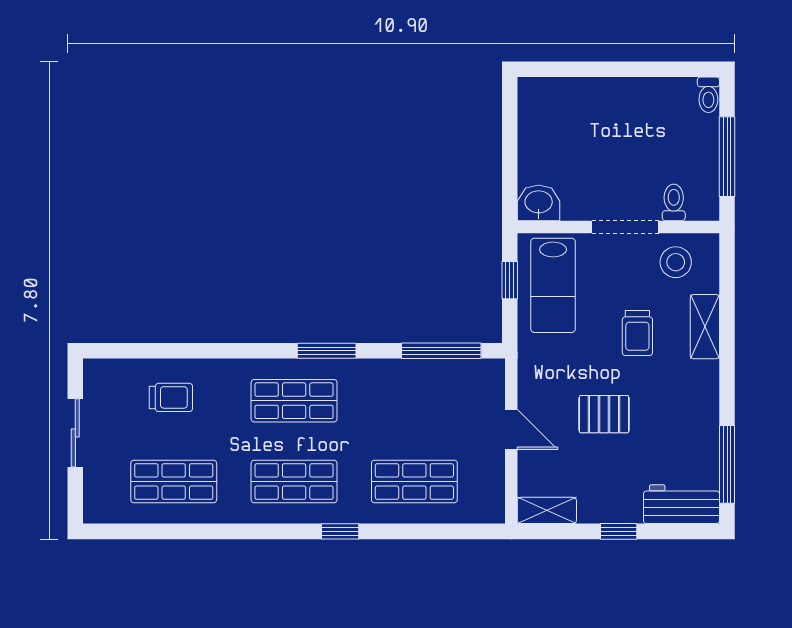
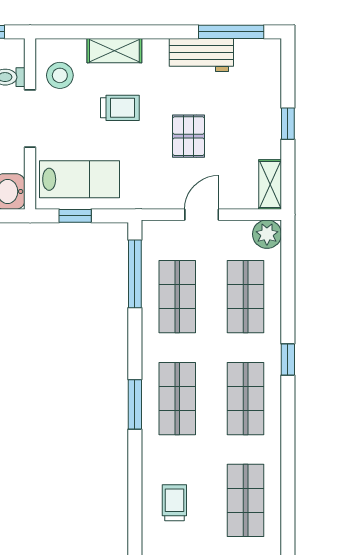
window: (327, 351) -> (135, 404), moved
shop shelf: (414, 401) -> (177, 297), added
workbench: (681, 504) -> (201, 55), moved, turned -90
plant: (488, 507) -> (267, 234), added

